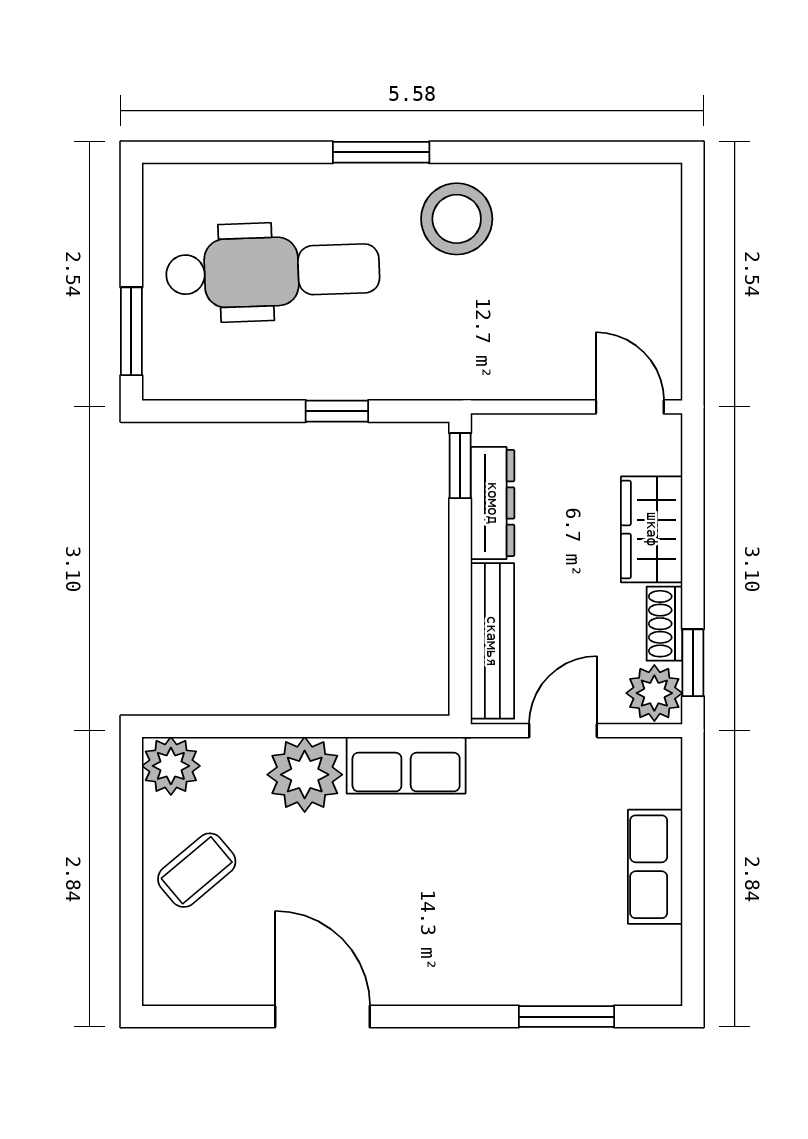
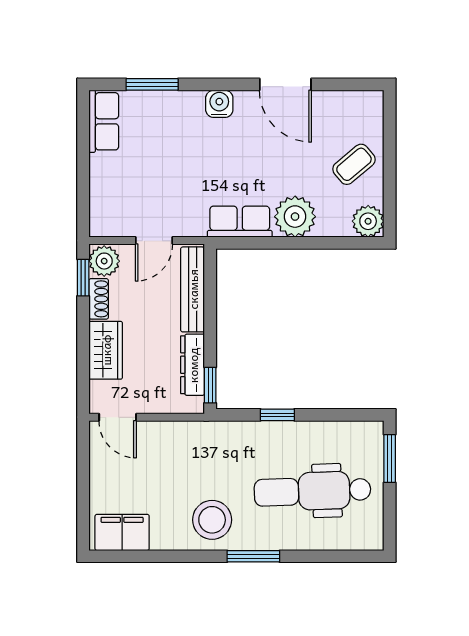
filing cabinet: (622, 196) -> (122, 532), added
row of seats: (655, 867) -> (104, 121), moved
water cooler: (443, 981) -> (219, 104), added

